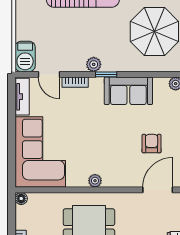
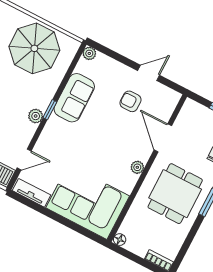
bookcase: (75, 82) -> (43, 140), removed
door: (158, 190) -> (163, 138), moved

